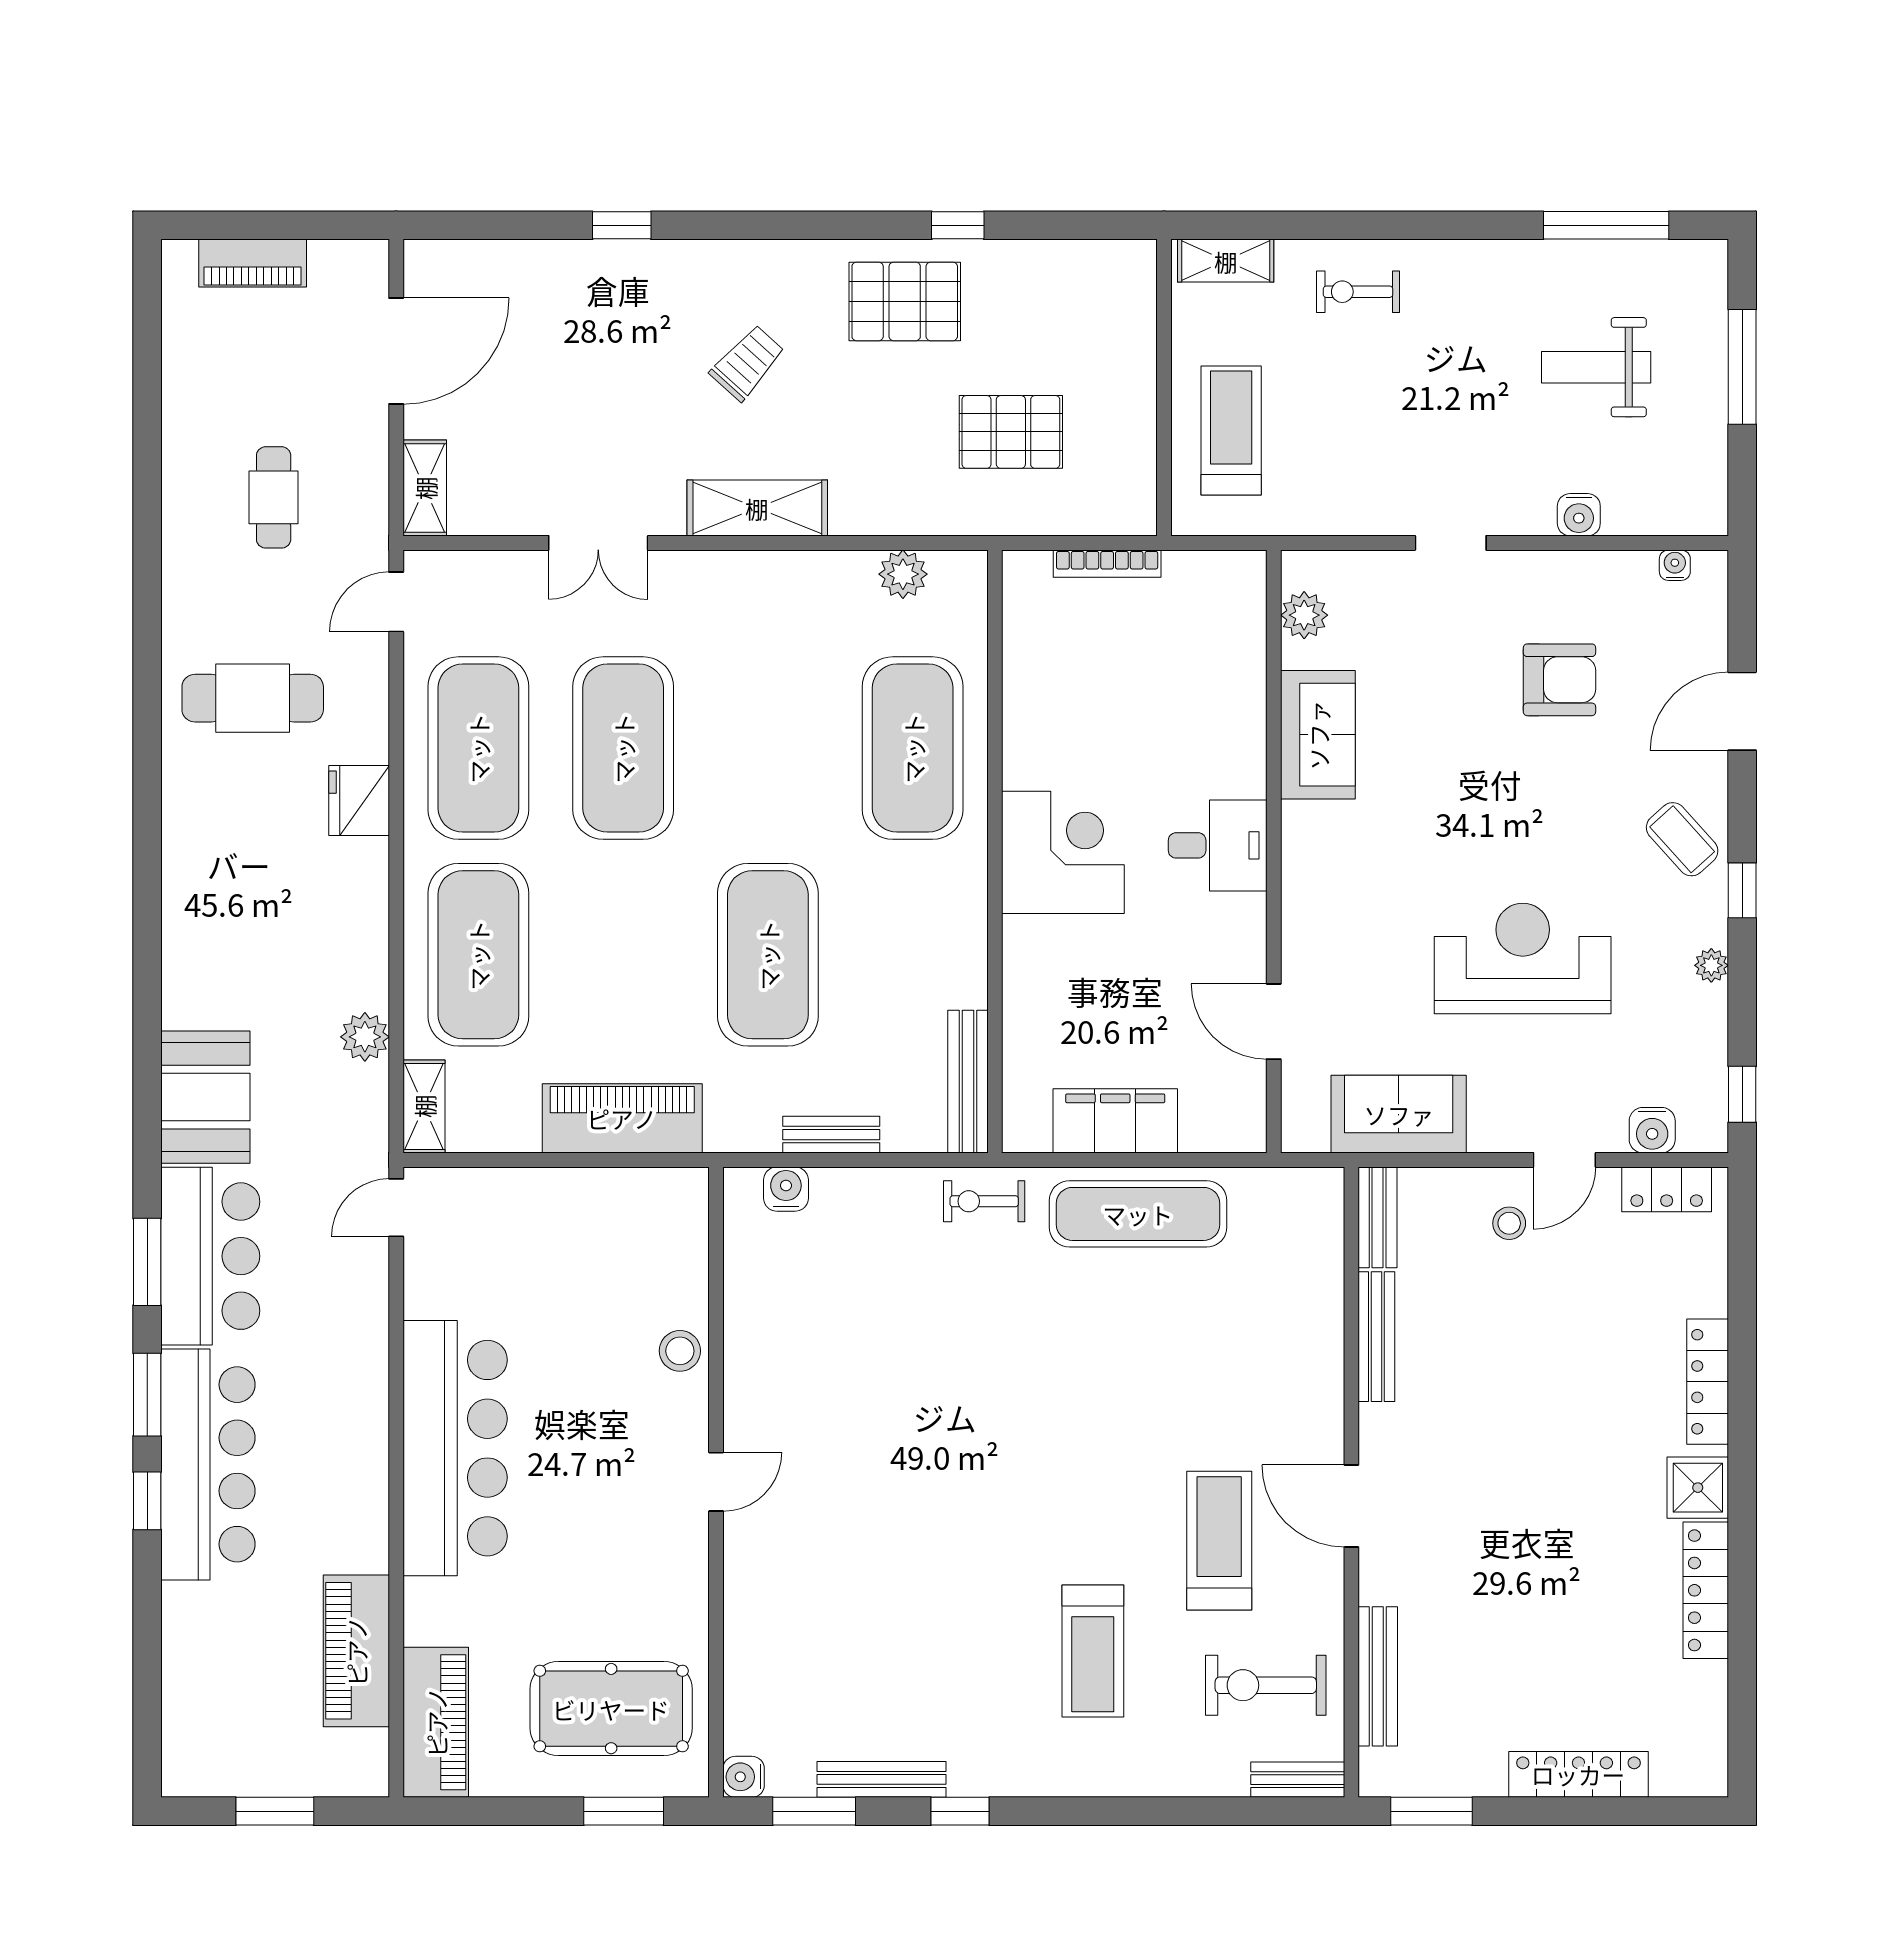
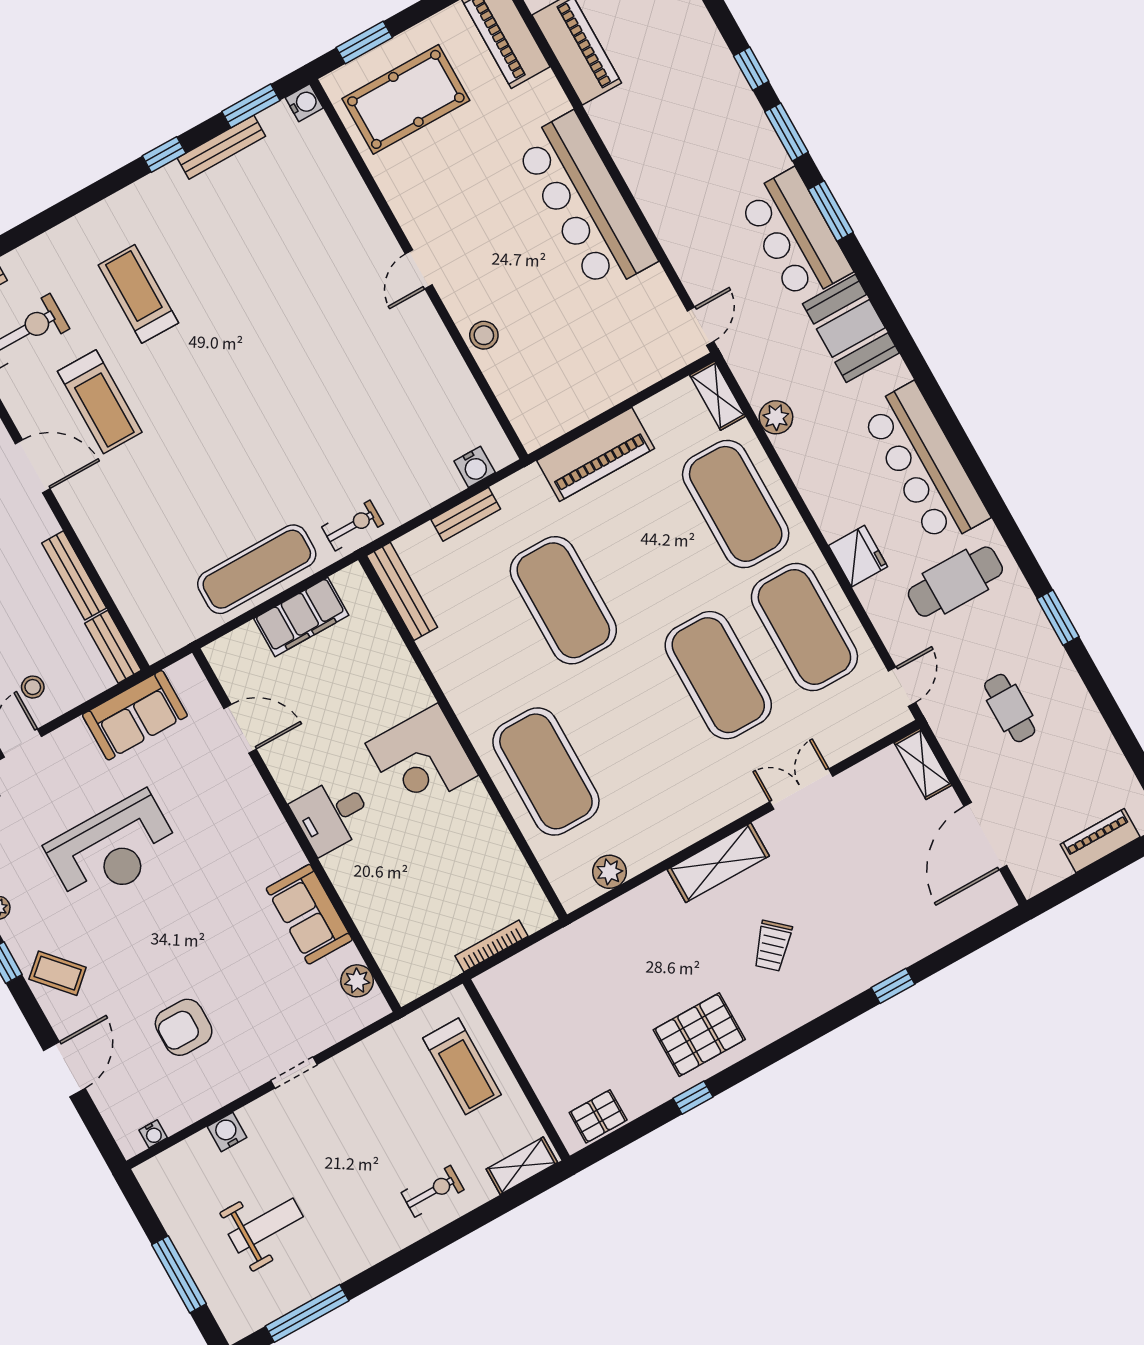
pallet: (1011, 432) -> (598, 1116), moved, width x0.67, depth x0.71
window: (147, 579) -> (1058, 618), added
bar counter: (208, 1464) -> (925, 464), moved

